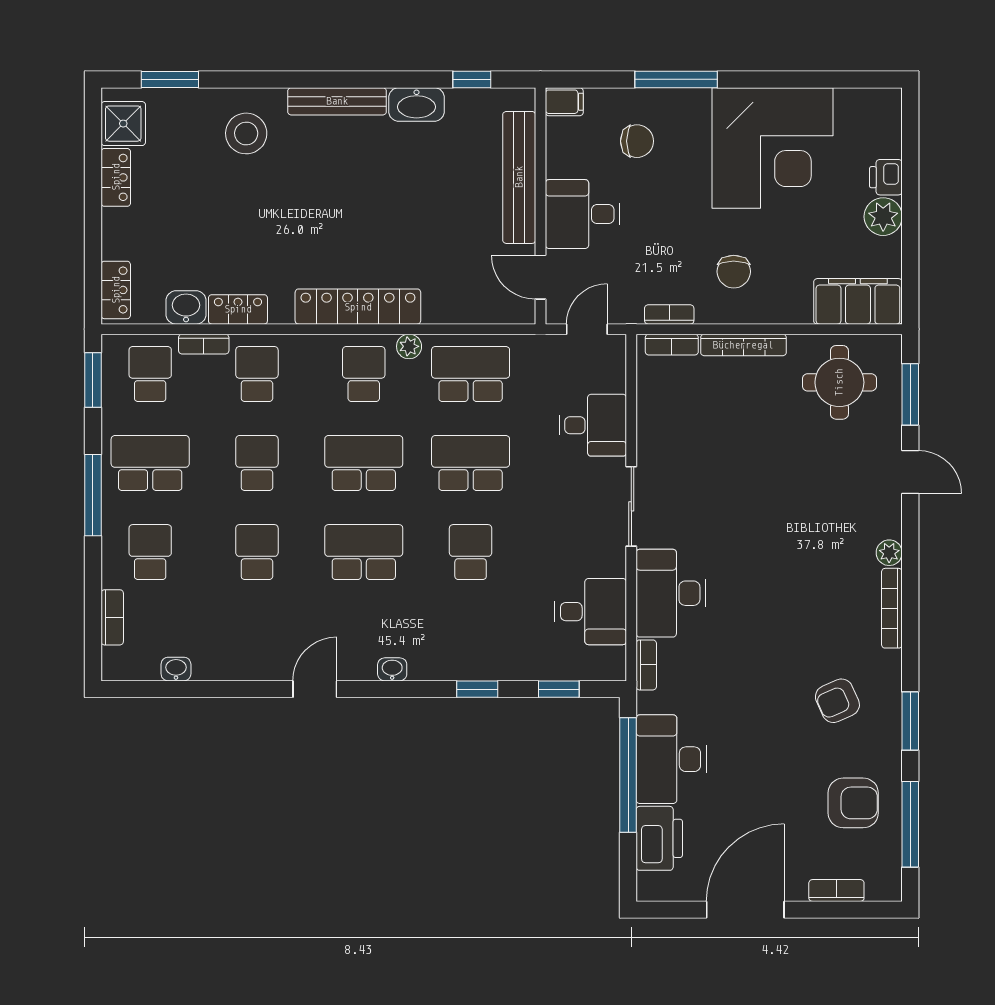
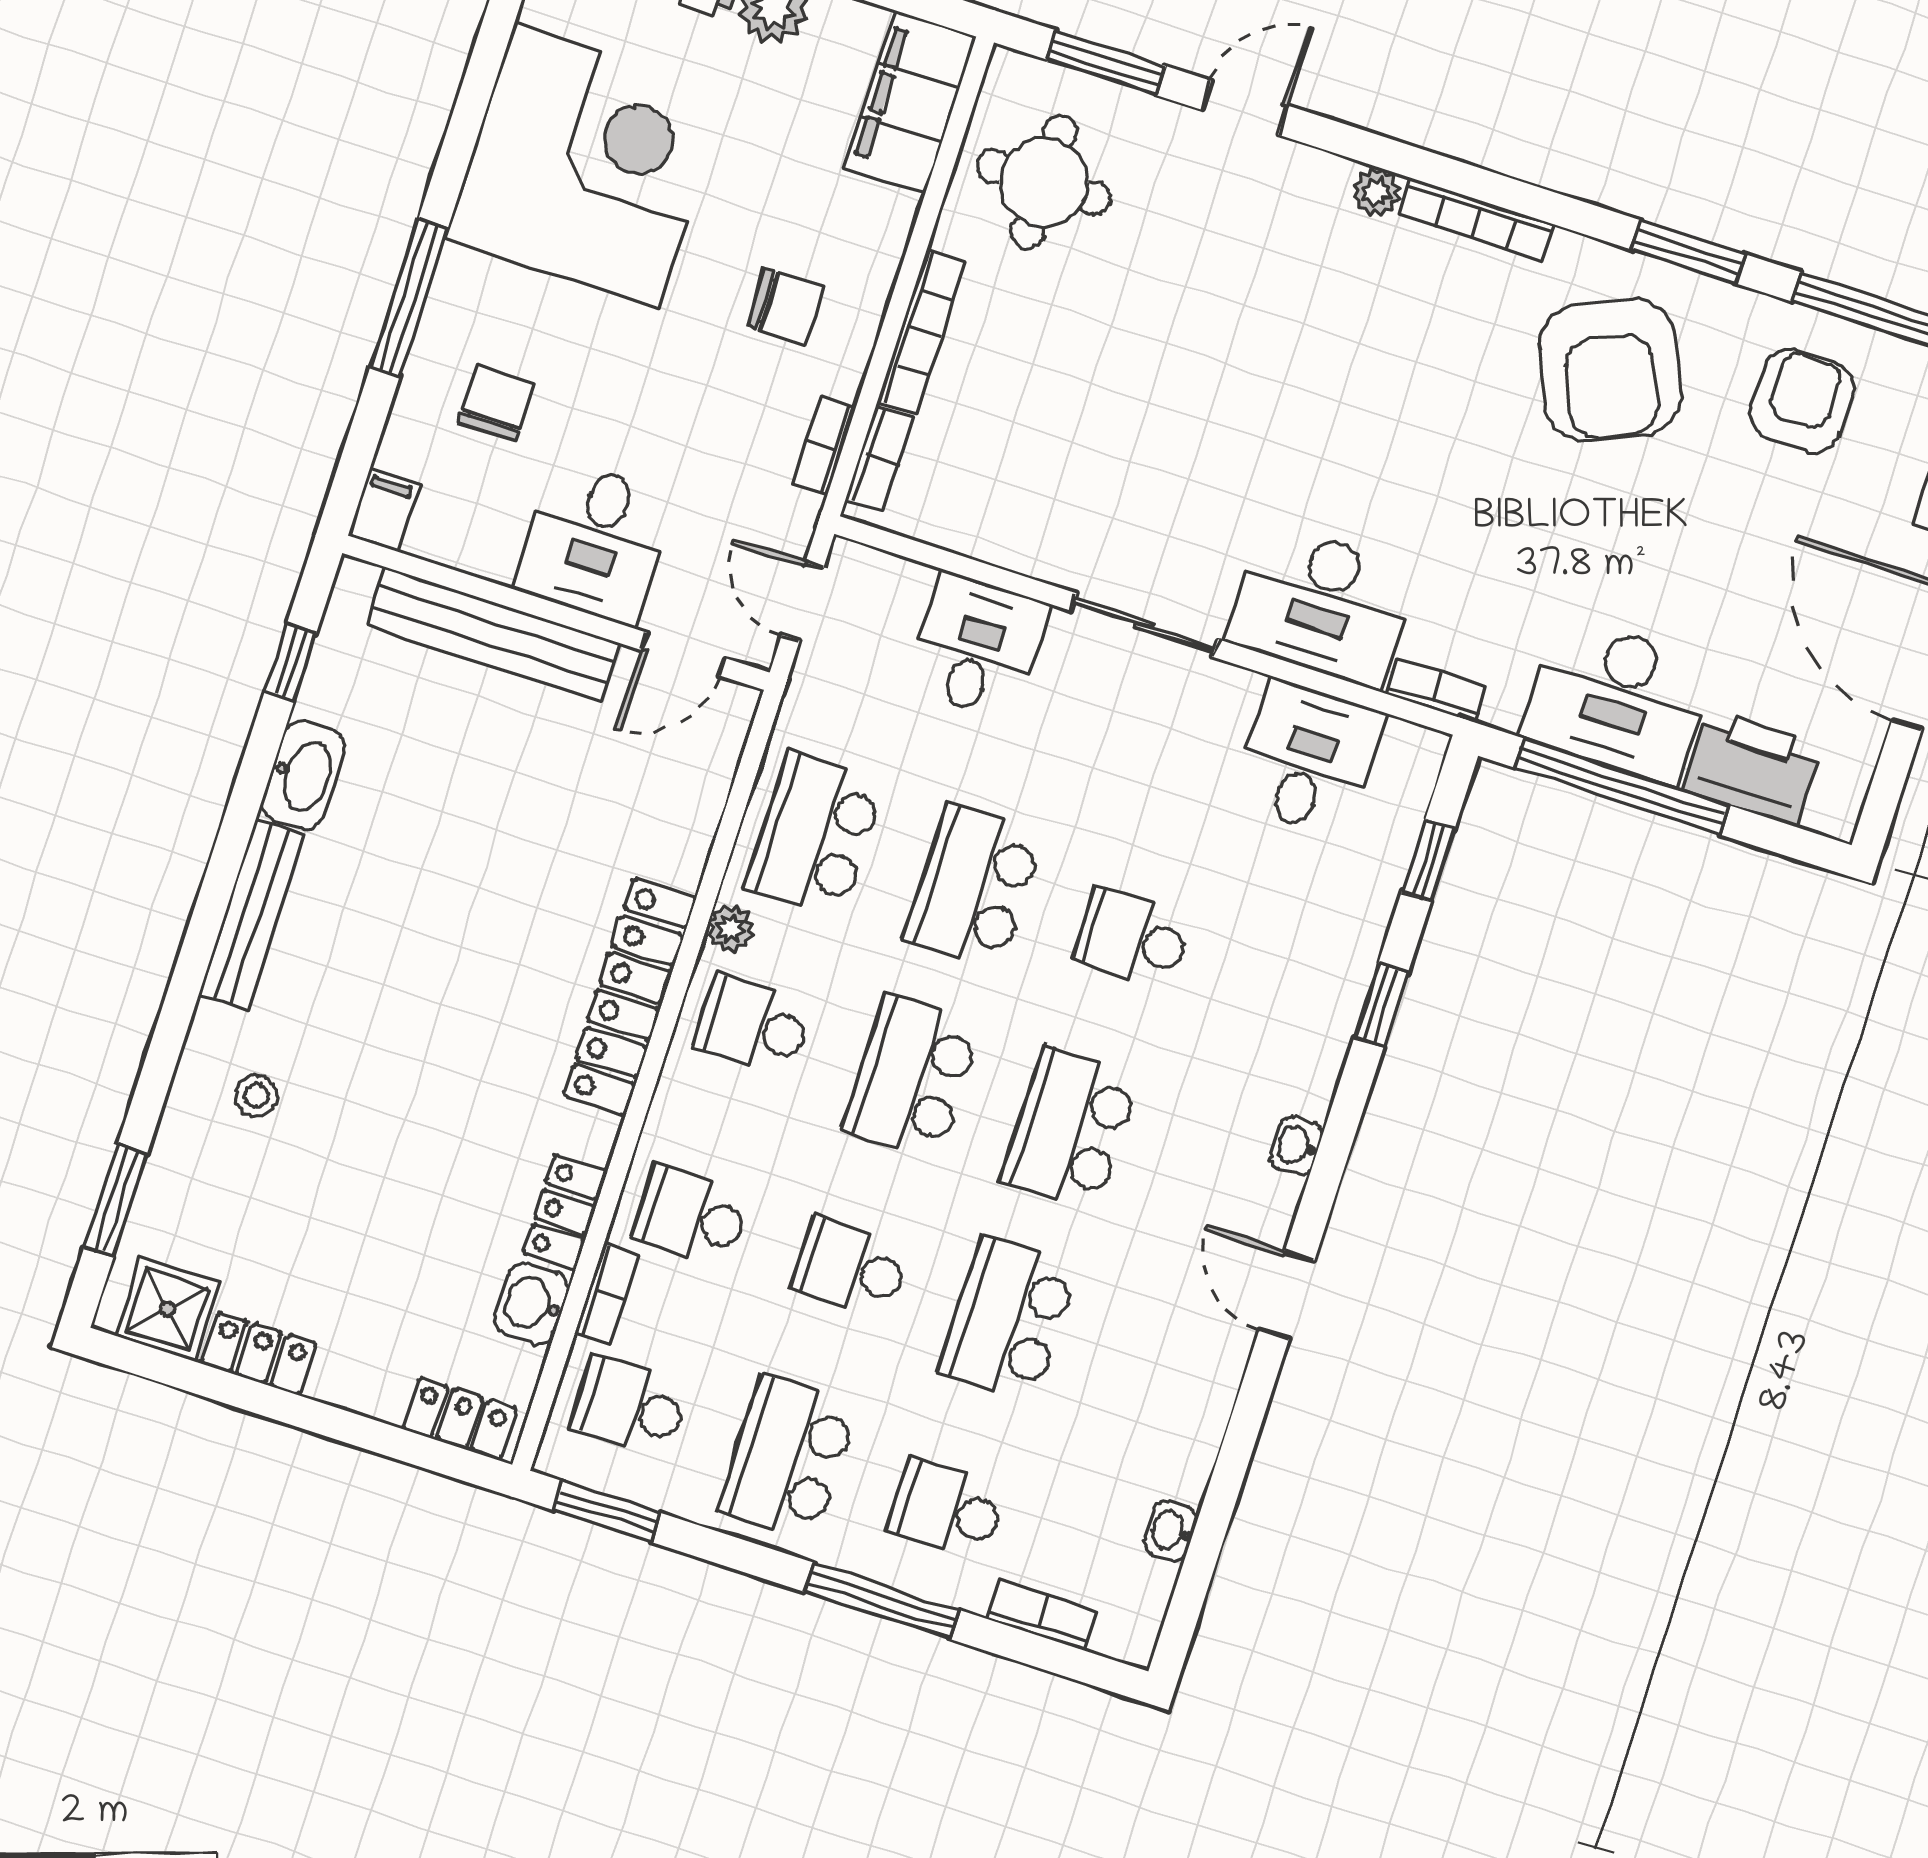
stool: (246, 133) -> (256, 1096), width x0.53, depth x0.53
window: (93, 495) -> (882, 1601), moved
school desk: (257, 552) -> (1009, 1319), width x1.85
armchair: (837, 701) -> (1610, 370), width x1.88, depth x1.88

